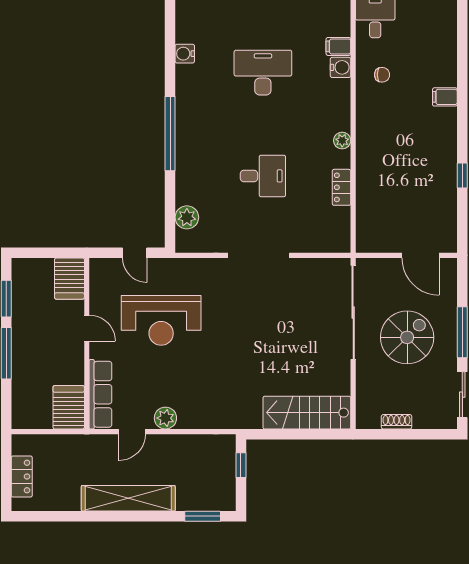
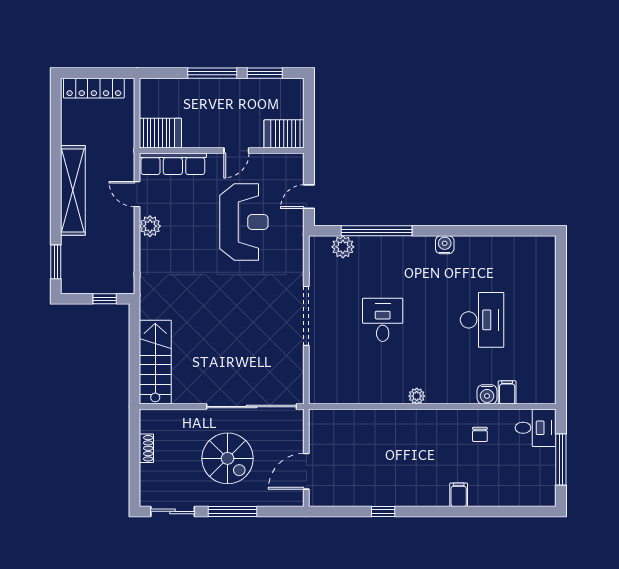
water cooler: (185, 54) -> (445, 245), moved
window: (170, 134) -> (377, 231), moved
desk: (263, 176) -> (383, 320), turned 180
locker: (341, 187) -> (372, 395), removed
reception desk: (161, 320) -> (244, 222), turned 180
locker: (22, 476) -> (94, 88), width x1.53

